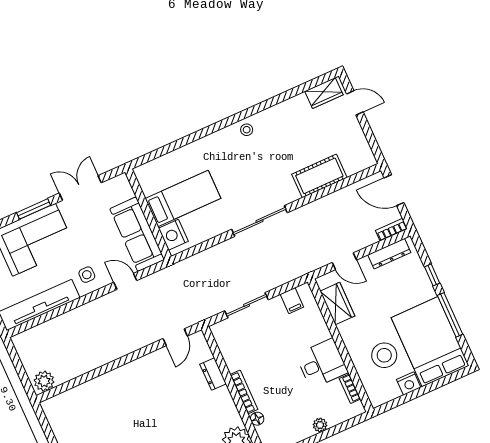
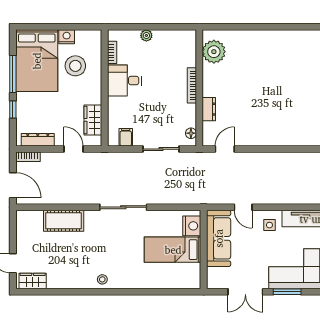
floor lamp: (257, 419) -> (191, 133), moved

